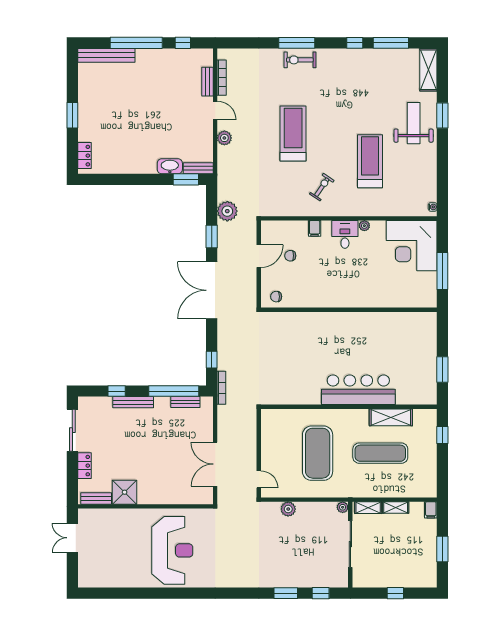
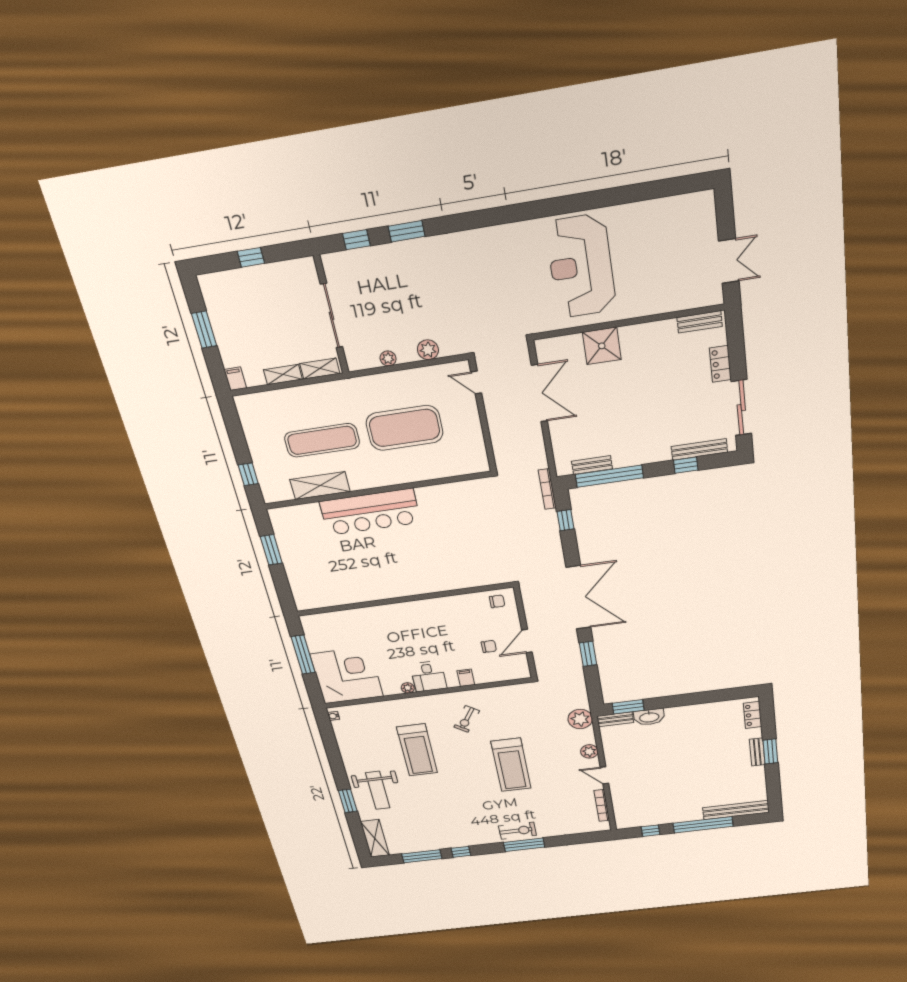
bench: (208, 82) -> (757, 752), moved
plant: (227, 211) -> (580, 719), moved
bench: (133, 402) -> (699, 449), moved
exercise mat: (318, 453) -> (404, 428), turned 90
shower: (125, 492) -> (602, 346), moved
plant: (343, 507) -> (388, 358), moved

